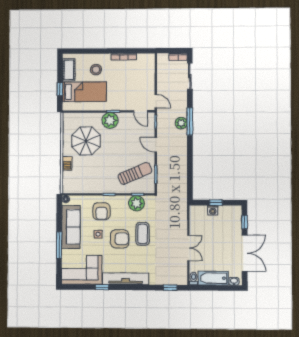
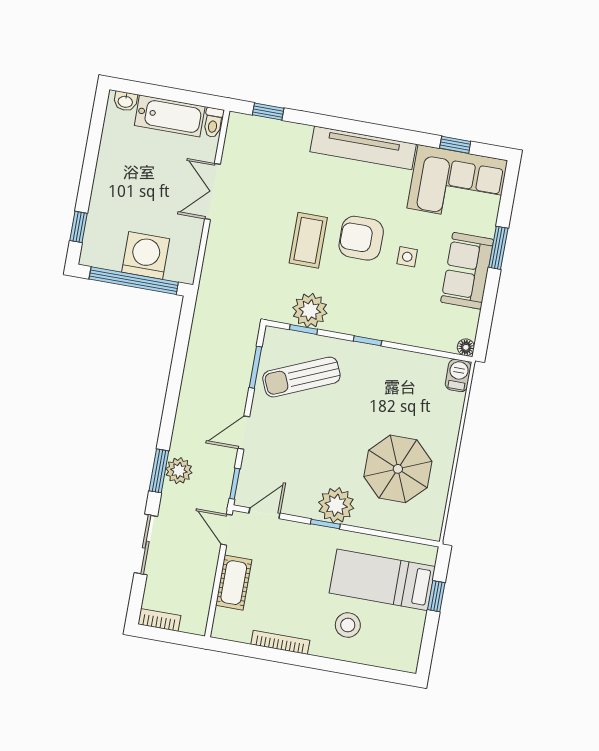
cot: (69, 70) -> (234, 583), moved
sliding door: (190, 76) -> (146, 545), moved
door: (141, 111) -> (264, 513), hinge flipped
window: (190, 121) -> (159, 471), width x0.69
door: (156, 145) -> (244, 433), swing flipped
barbecue: (67, 163) -> (458, 375), moved
window: (216, 203) -> (134, 281), width x3.17
washing machine: (213, 210) -> (146, 255), width x1.89, depth x1.89
armchair: (102, 211) -> (391, 306), removed
sofa: (71, 227) -> (467, 271), width x0.73
window: (59, 245) -> (498, 248), width x0.69
double door: (245, 253) -> (91, 159), removed
window: (102, 287) -> (455, 145), moved

